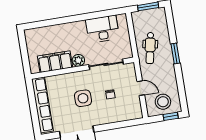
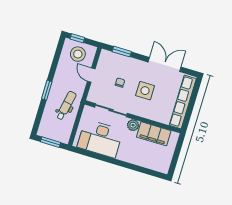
desk: (102, 29) -> (100, 139), width x1.36, depth x1.30
window: (123, 124) -> (122, 52), added

